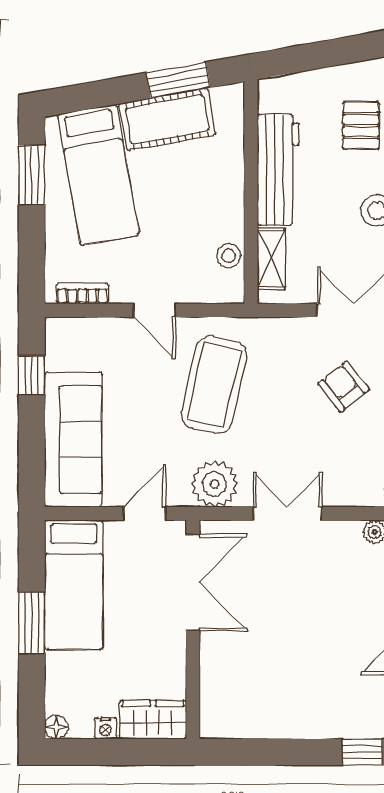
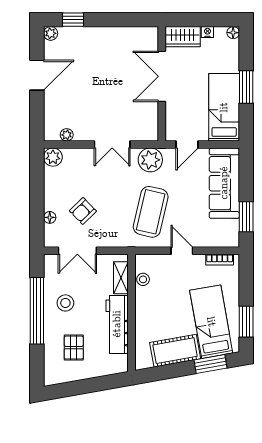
window: (178, 80) -> (210, 364), moved
window: (32, 375) -> (246, 217), width x1.50
armchair: (344, 386) -> (83, 211), turned 84
double door: (193, 583) -> (162, 76), moved

